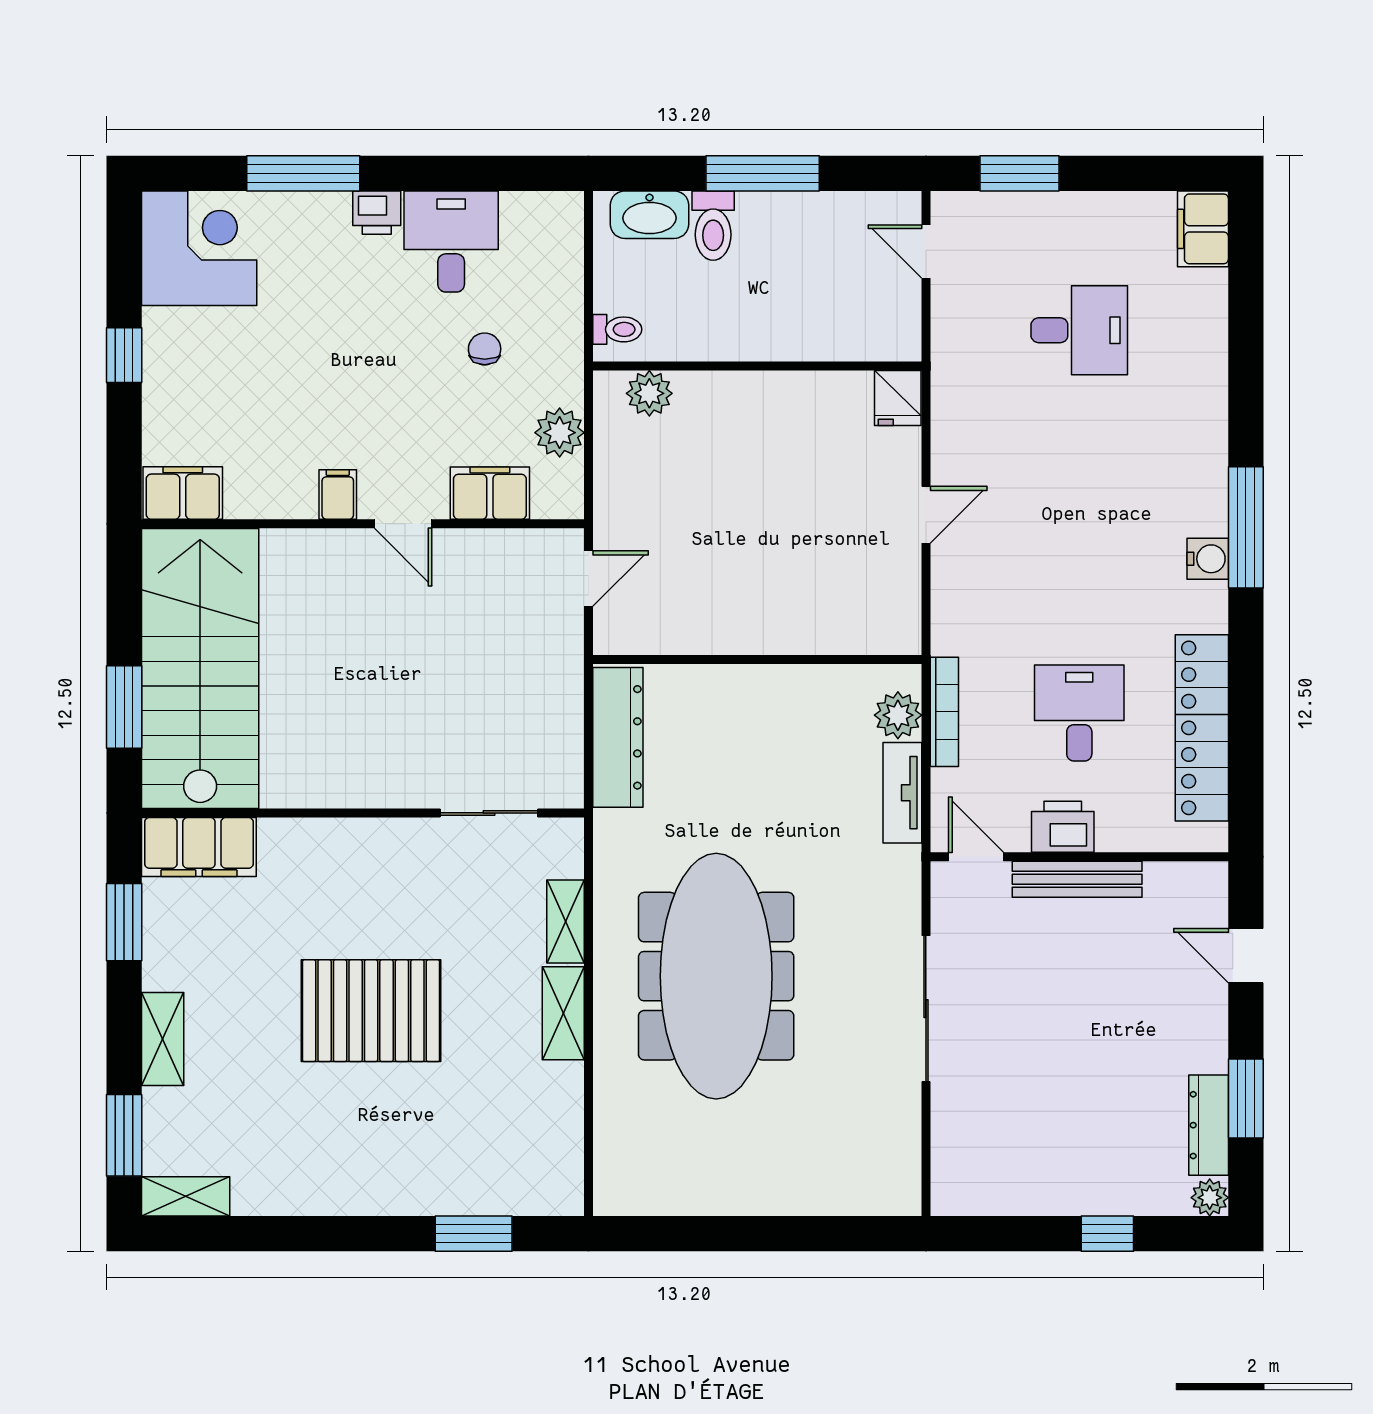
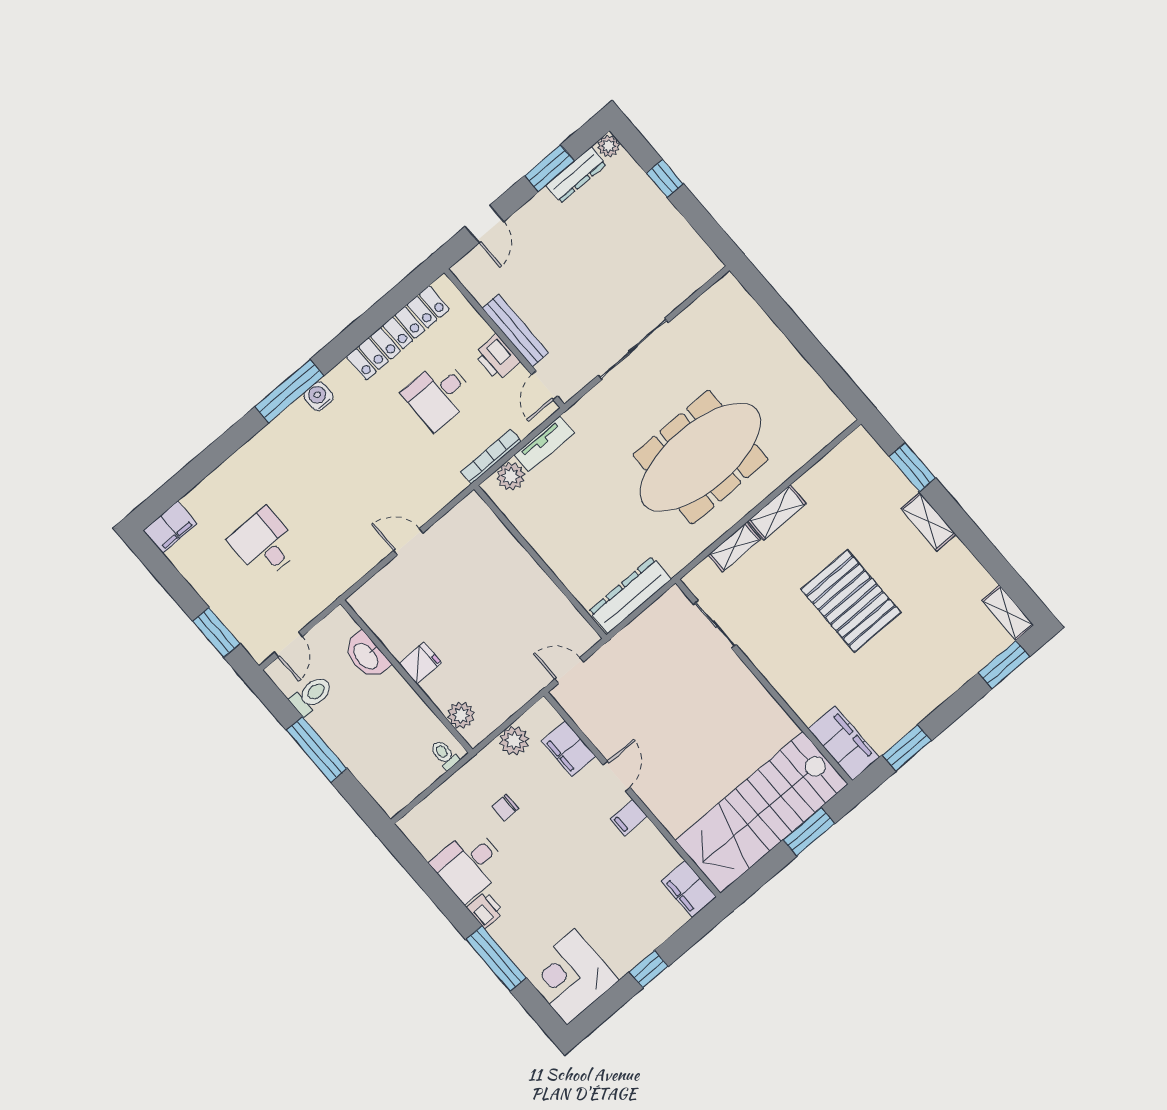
washbasin: (649, 215) -> (366, 656), moved, turned 180
toilet: (713, 226) -> (312, 695), moved
fridge: (898, 398) -> (420, 663), moved
shelving: (163, 1039) -> (928, 521), moved, turned 90

